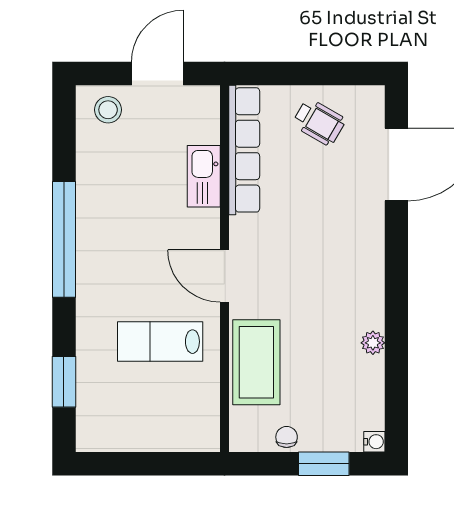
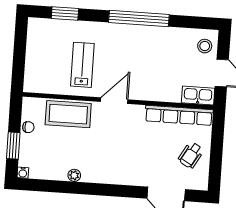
kitchen sink: (204, 176) -> (198, 96), moved

